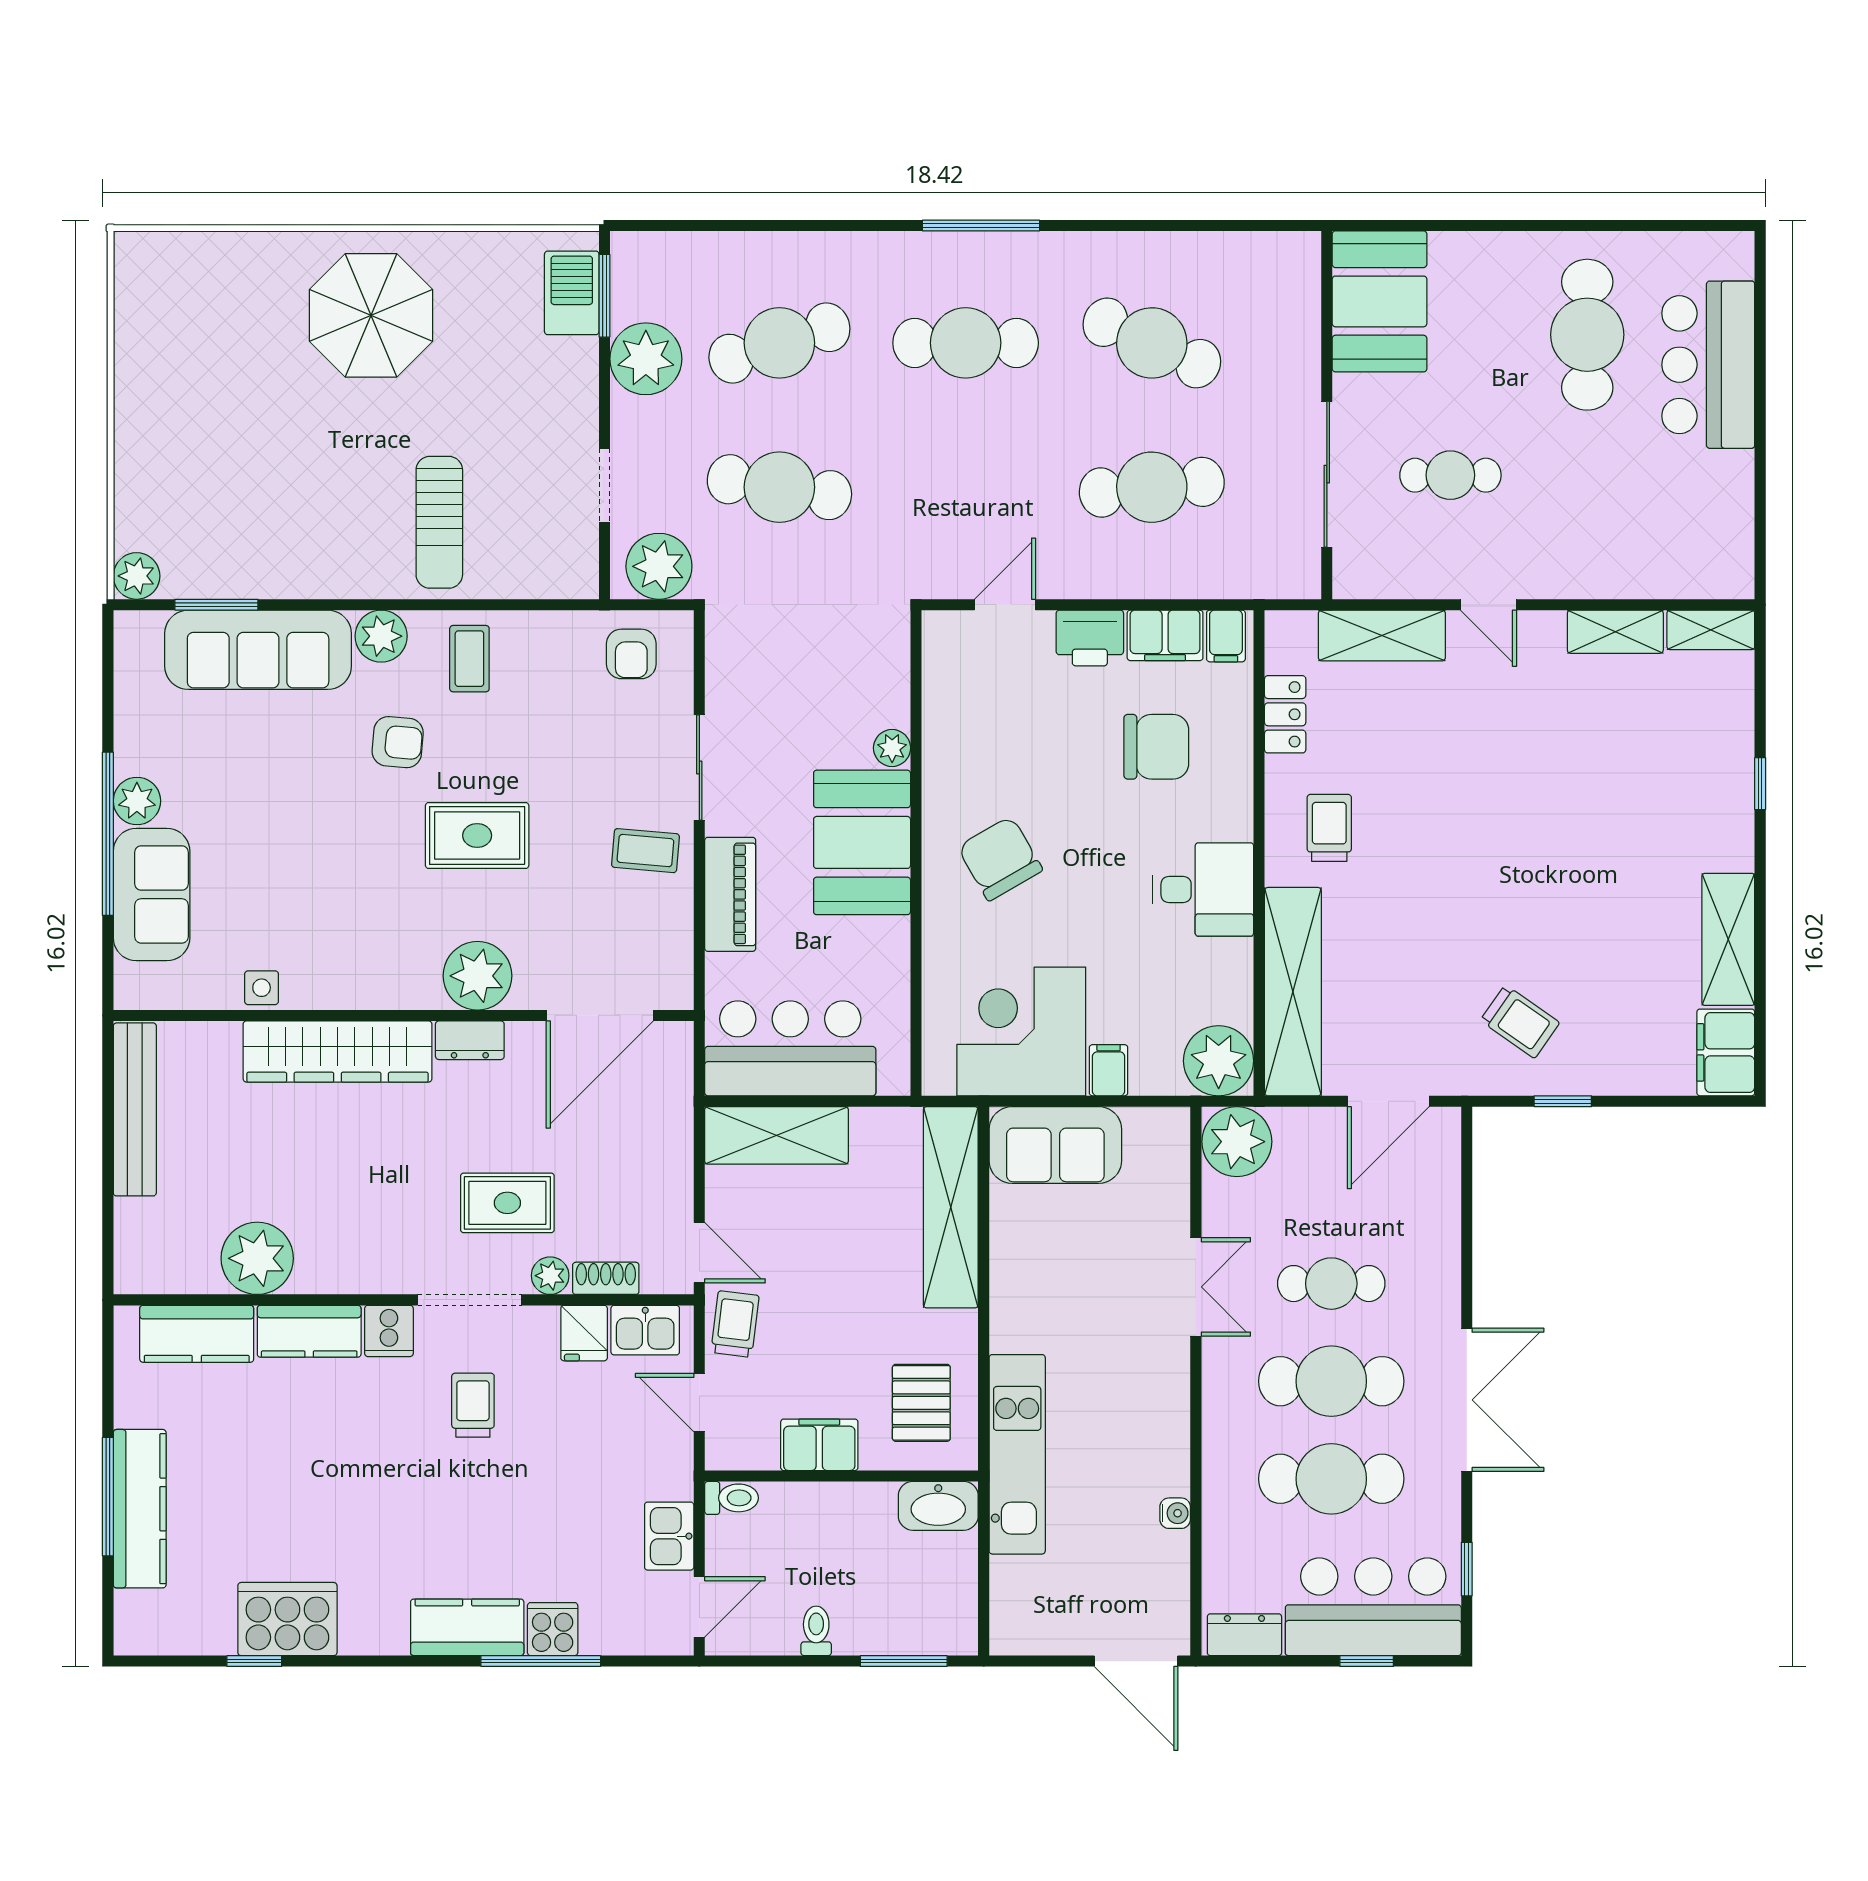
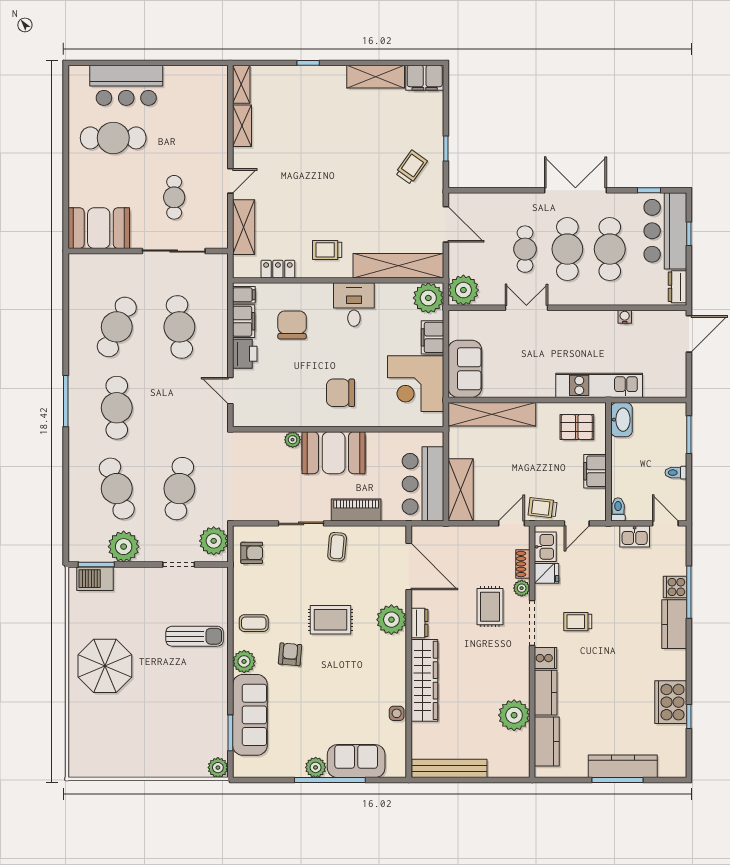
rug: (477, 835) -> (331, 620), turned 90
chair: (1000, 858) -> (341, 393), turned 30
filing cabinet: (1109, 1070) -> (432, 337), width x2.00

